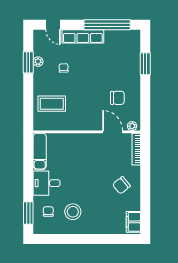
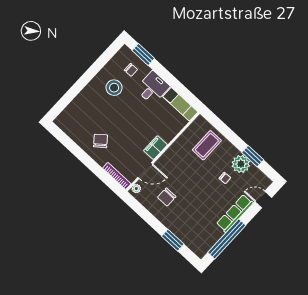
plant: (38, 62) -> (241, 164), width x1.87, depth x1.87
filing cabinet: (133, 222) -> (155, 148), moved, turned -90

